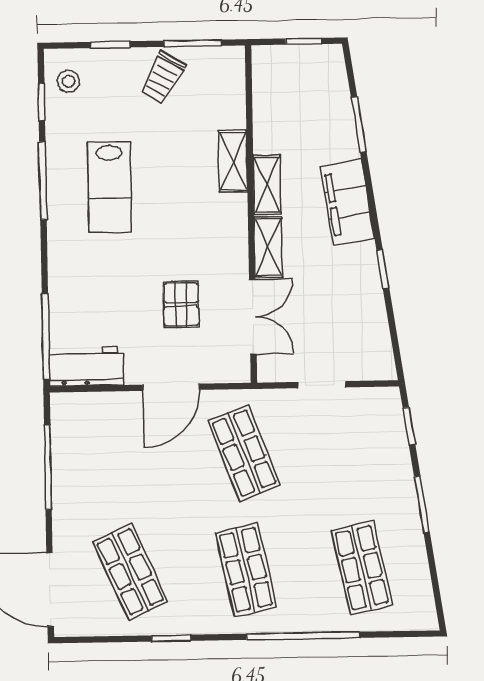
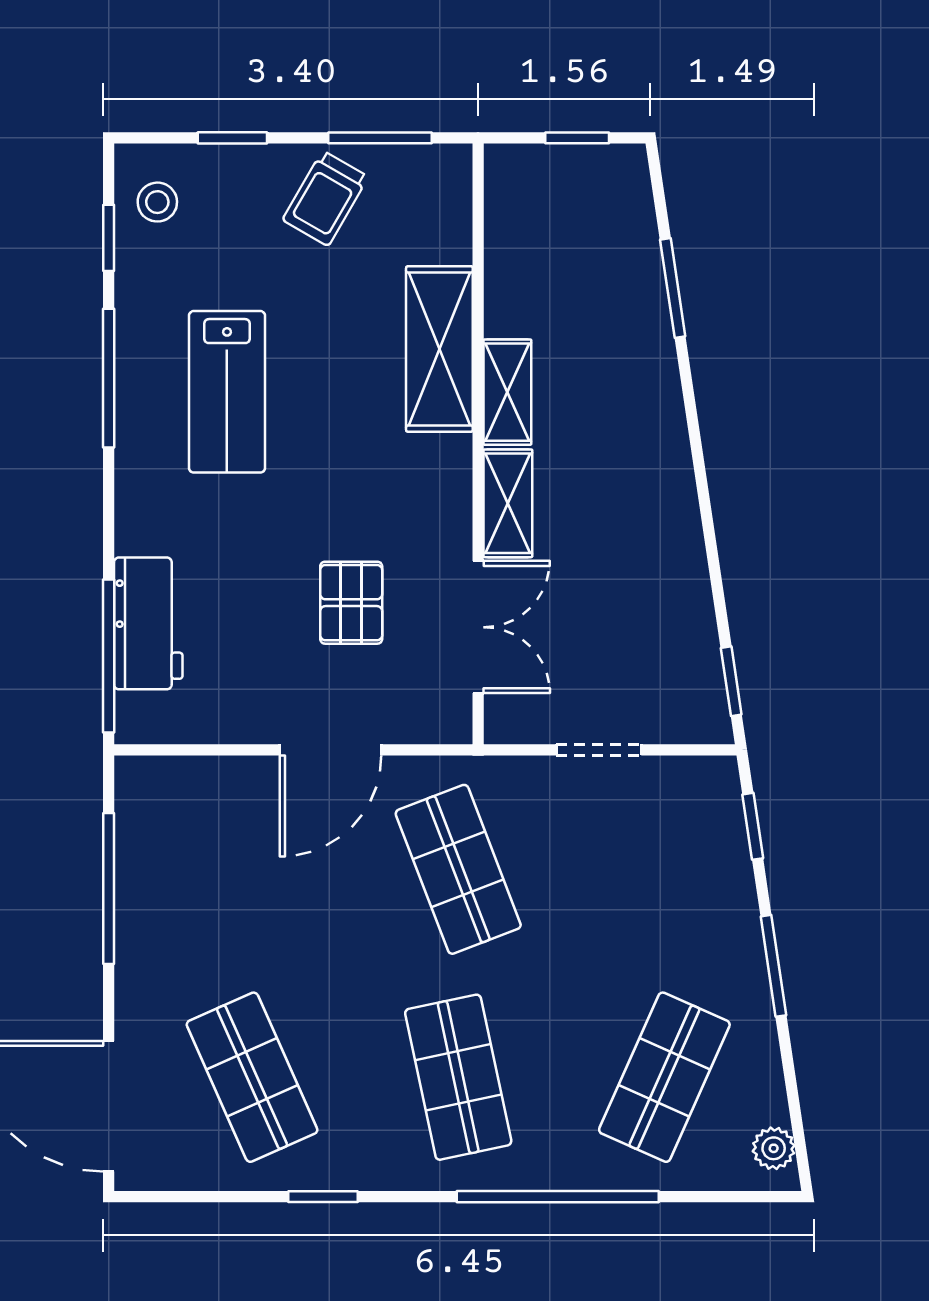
shelving: (233, 161) -> (439, 349), width x1.50, depth x1.33
filing cabinet: (347, 202) -> (650, 426), removed
window: (383, 269) -> (731, 681), moved
workbench: (86, 367) -> (148, 623), moved, turned 90
shop shelf: (362, 568) -> (664, 1077), turned 36
plant: (424, 607) -> (774, 1148), added

